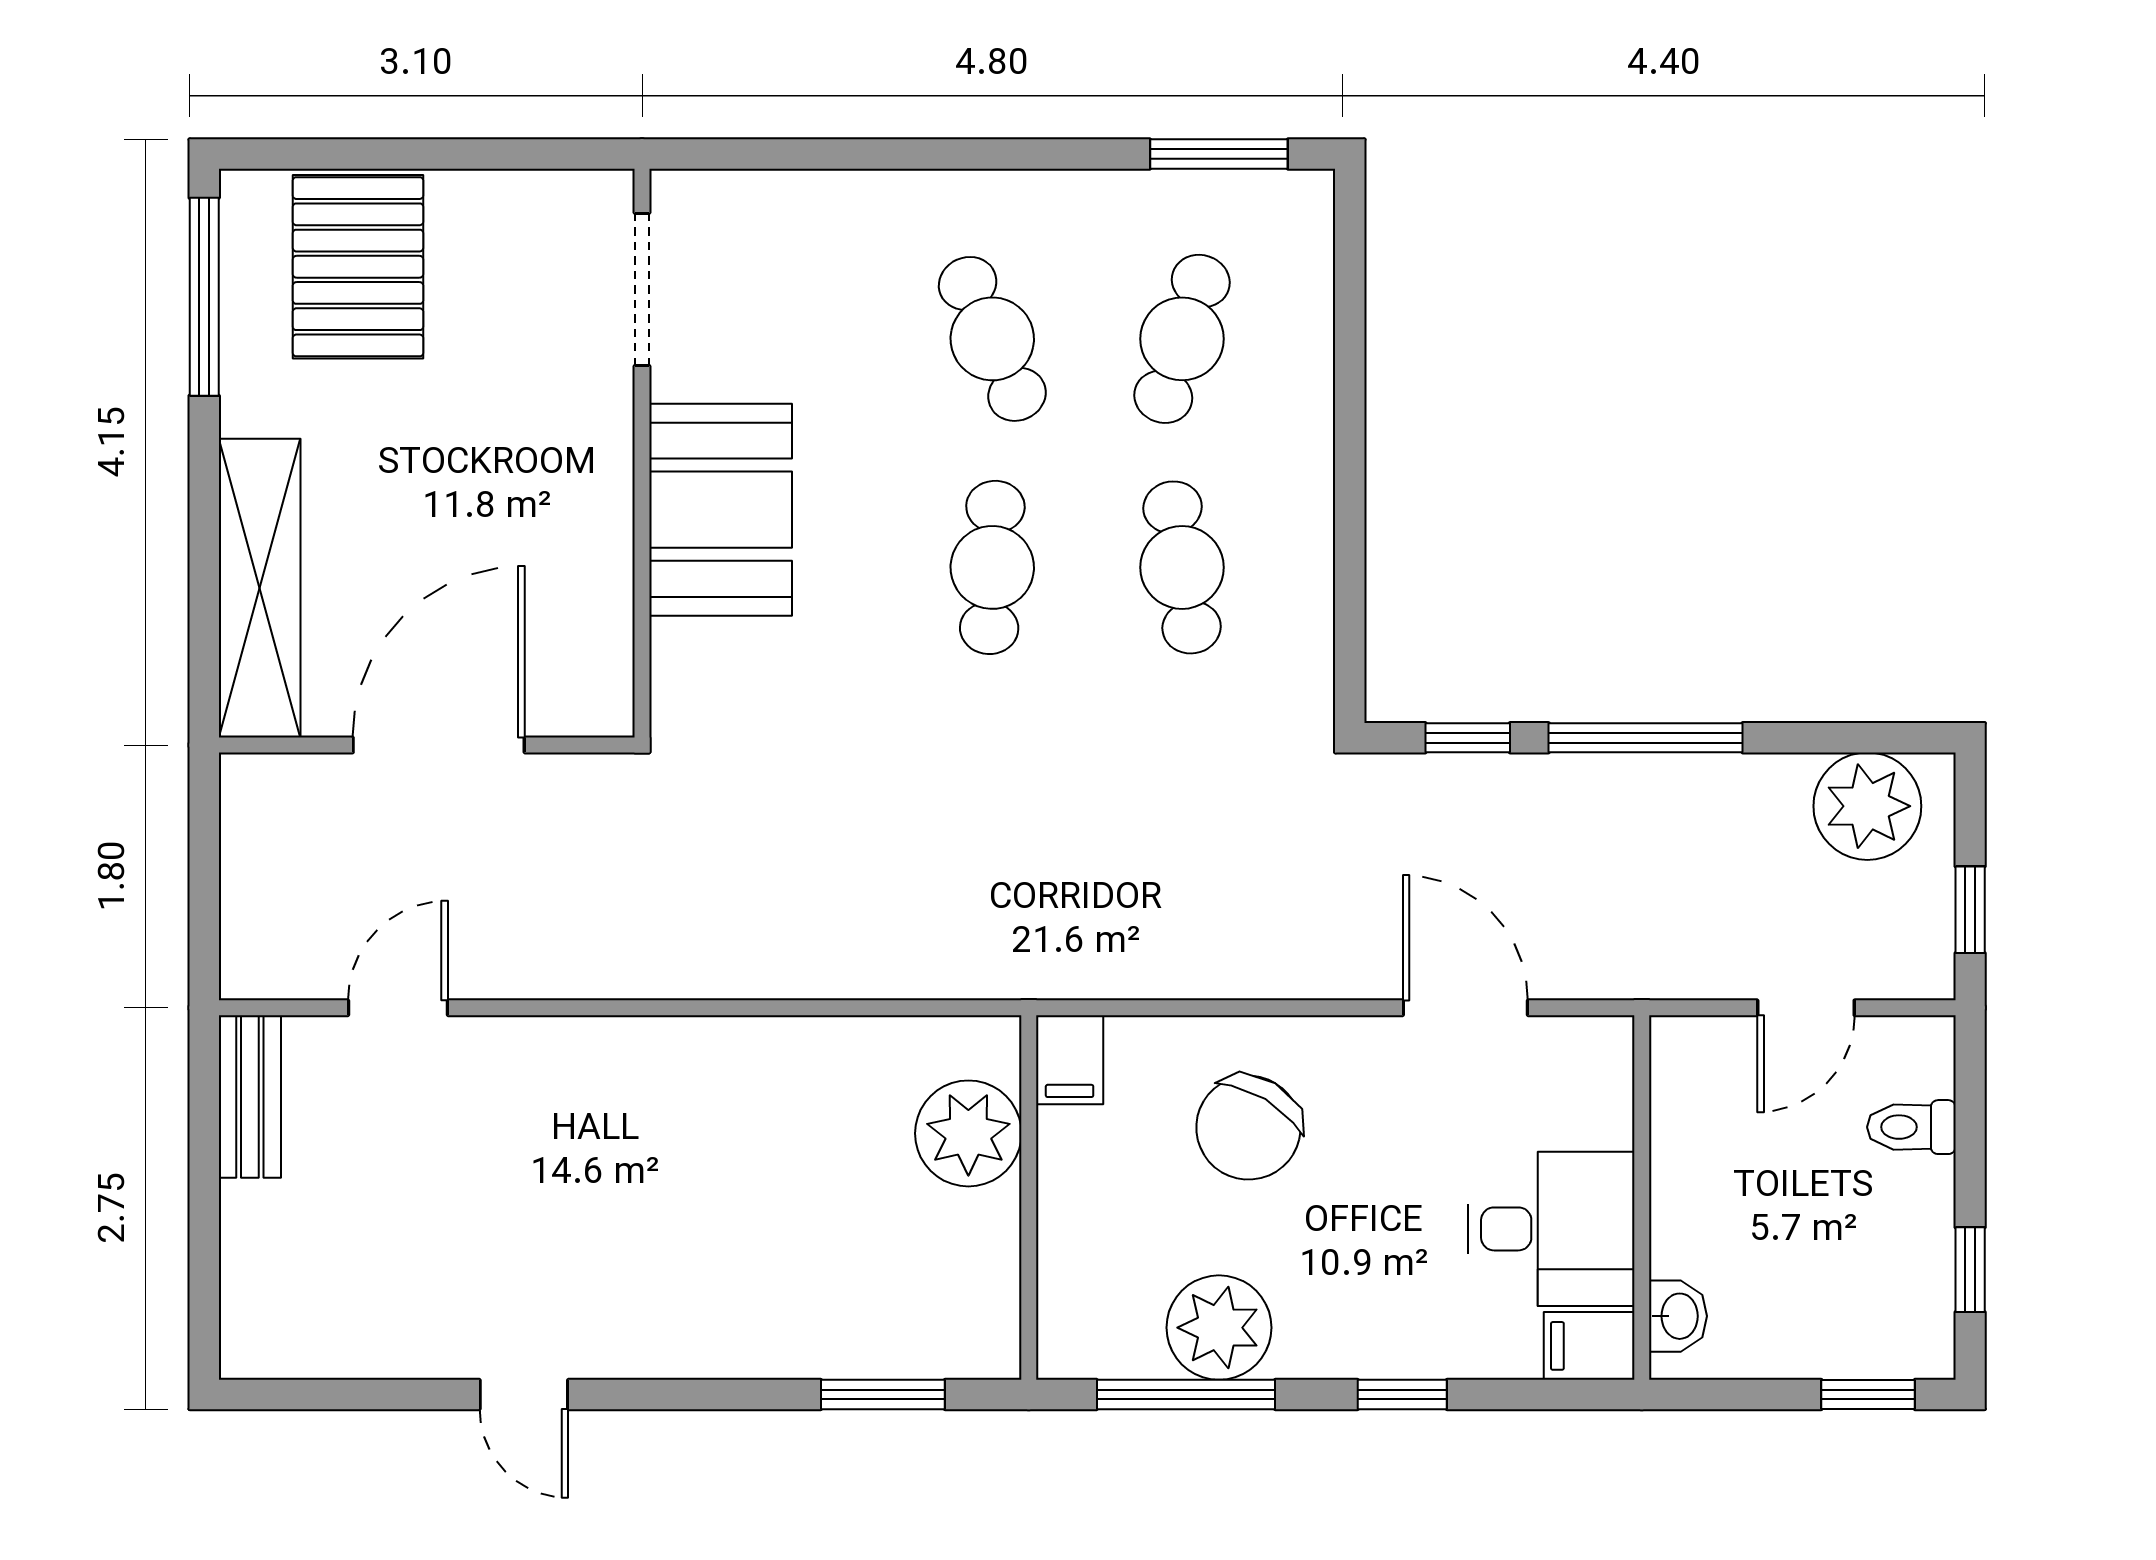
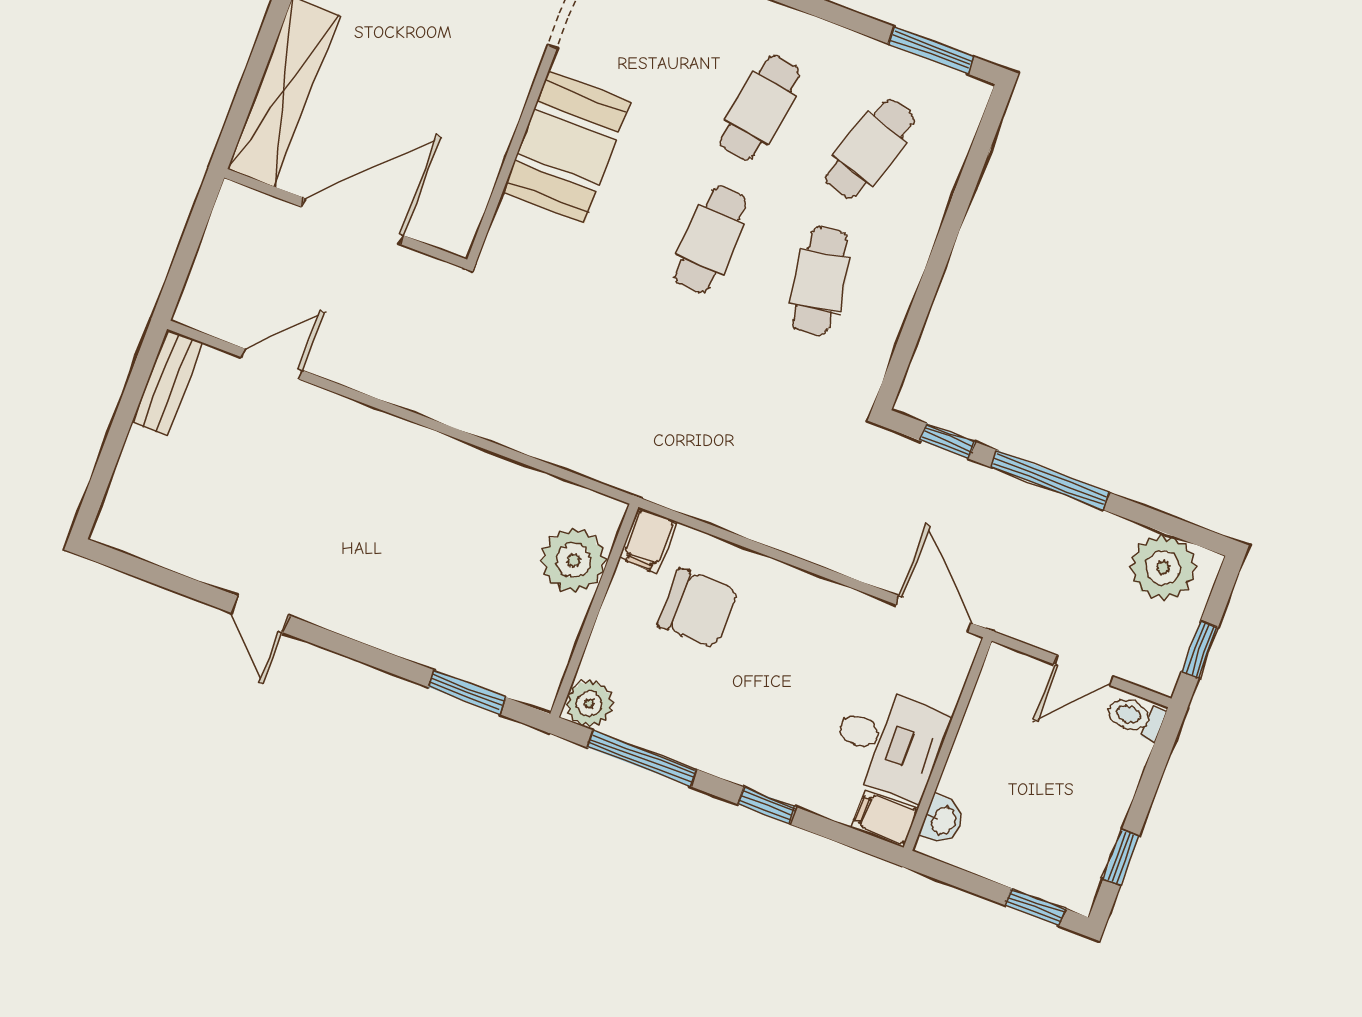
cafe table: (992, 339) -> (760, 108), turned 33
door: (1465, 1008) -> (933, 614), moved
toilet: (1911, 1127) -> (1136, 717), moved
chair: (1248, 1128) -> (698, 608), moved, turned -121
plant: (1219, 1328) -> (589, 704), moved, width x0.73, depth x0.73

